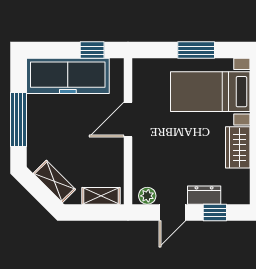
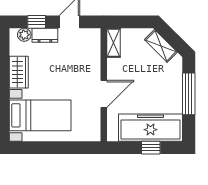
window: (92, 50) -> (151, 148), moved
window: (196, 50) -> (51, 148), removed
shelving: (101, 196) -> (114, 43), moved, turned 90
plant: (147, 196) -> (24, 35), moved

